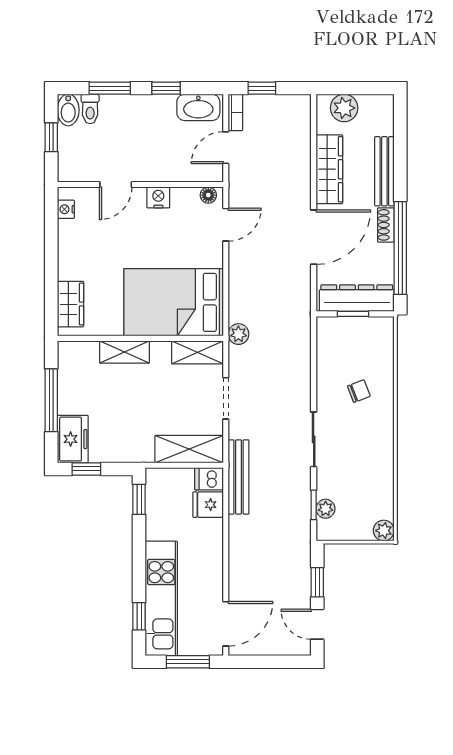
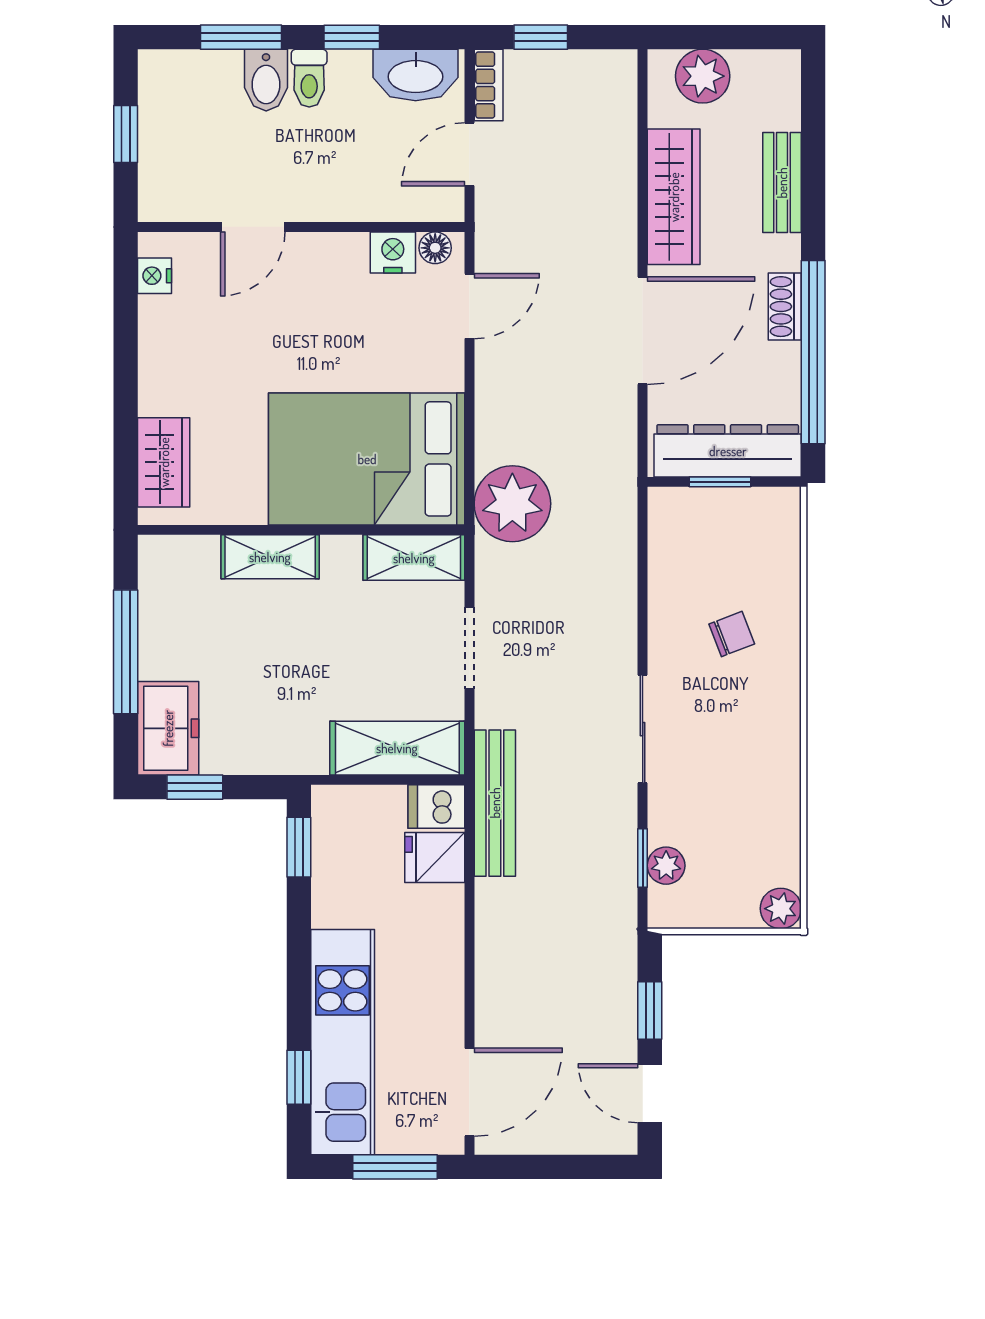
toilet: (90, 109) -> (309, 78), moved
bidet: (68, 110) -> (266, 80), moved
bench: (384, 171) -> (782, 183), width x0.73
nightstand: (158, 197) -> (393, 252), moved
plant: (238, 334) -> (512, 504), width x1.87, depth x1.87

